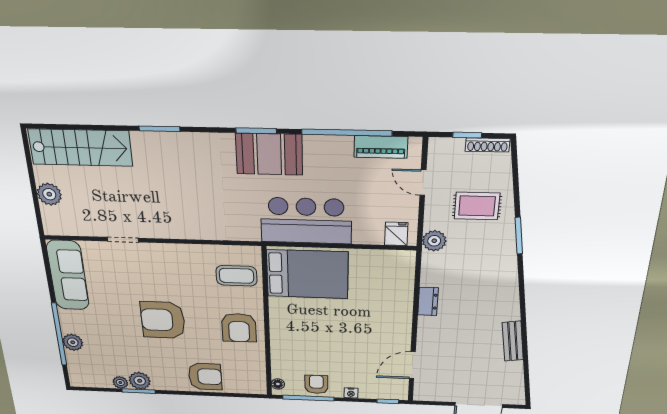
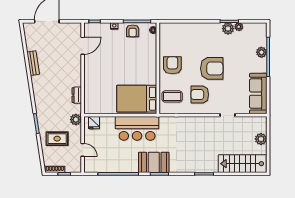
piano: (381, 147) -> (103, 167), removed
dresser: (428, 301) -> (77, 95), moved
armchair: (205, 376) -> (200, 95), moved

